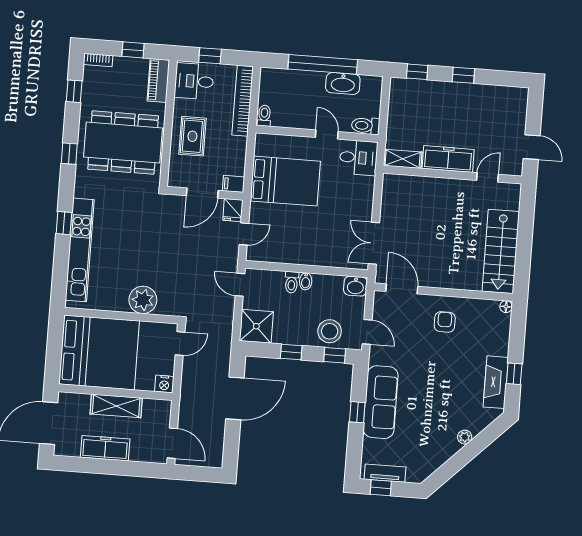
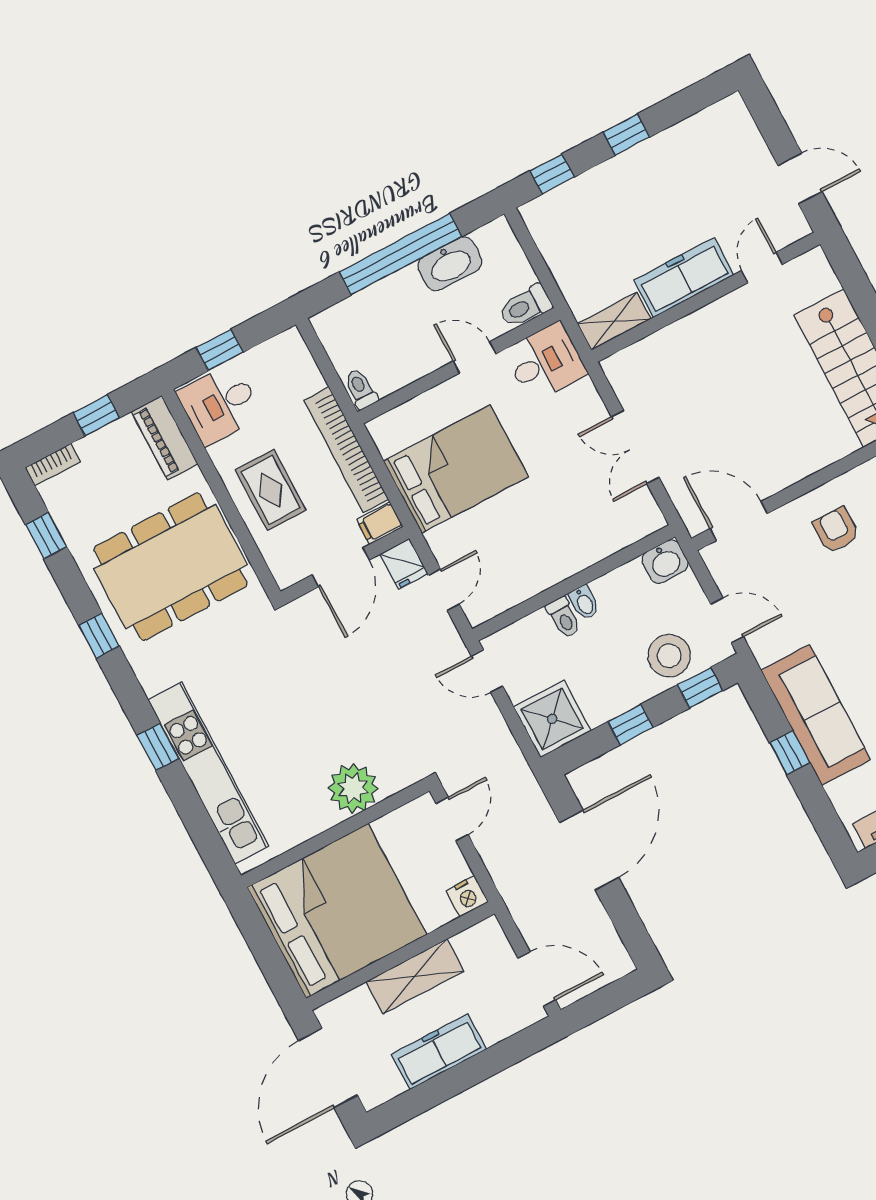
bookcase: (243, 101) -> (346, 450), moved
double door: (374, 243) -> (635, 447), moved

